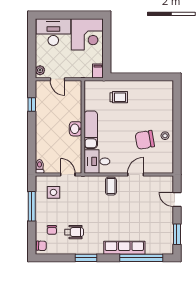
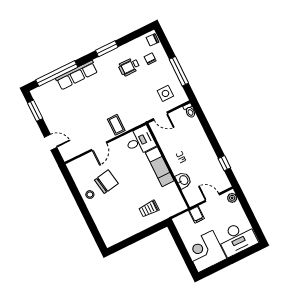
filing cabinet: (98, 71) -> (197, 215), moved
washbasin: (76, 129) -> (183, 180), moved

